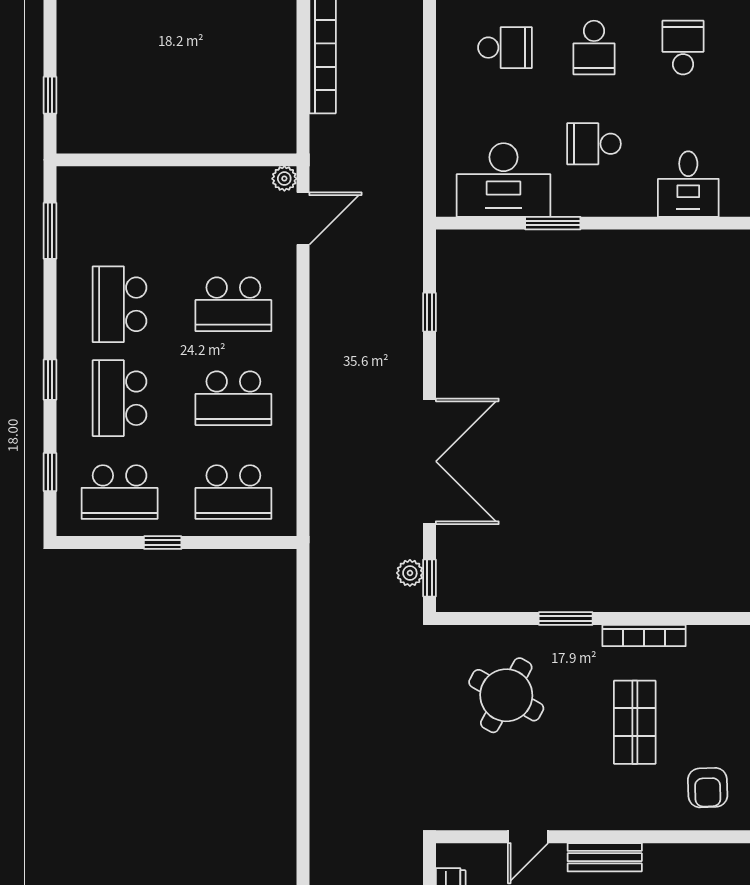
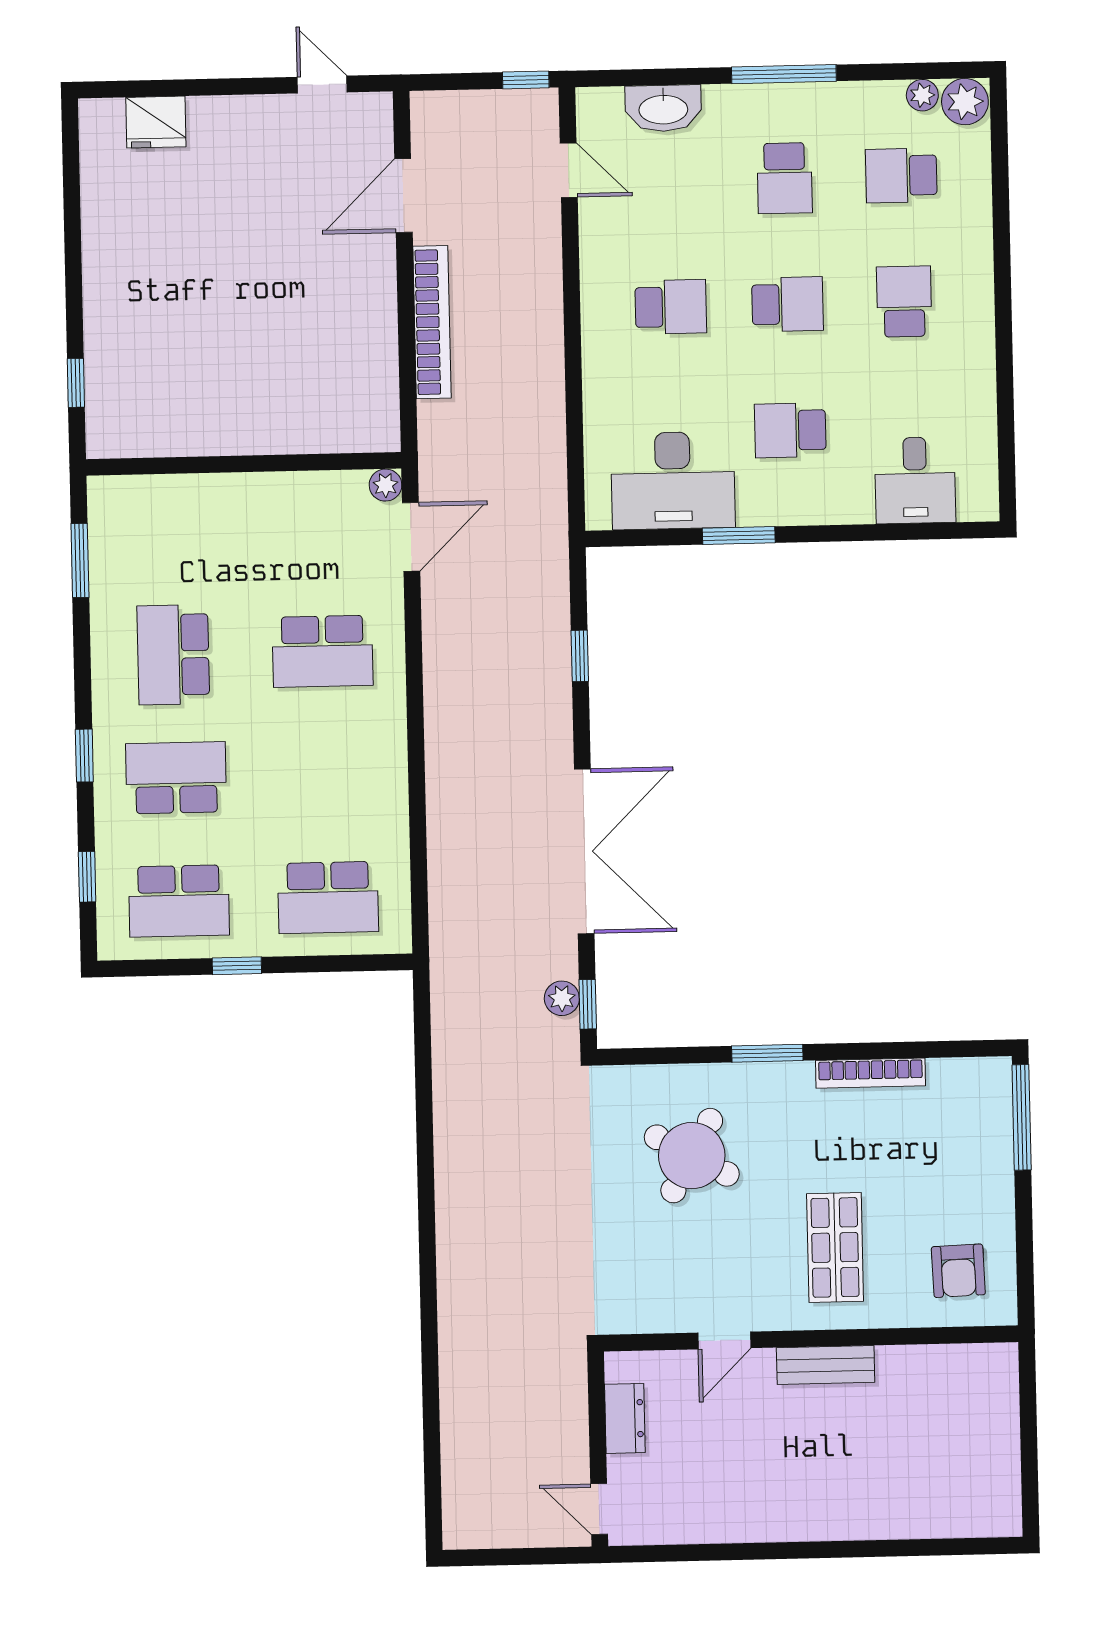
school desk: (594, 48) -> (787, 304), turned -90
school desk: (120, 398) -> (176, 778), turned 90
school desk: (233, 398) -> (325, 774), removed
shop shelf: (635, 722) -> (835, 1247), moved

